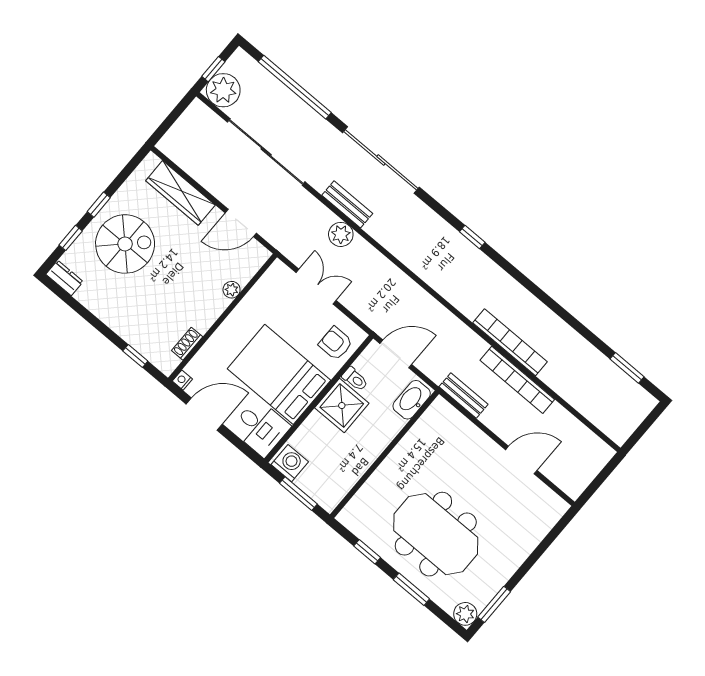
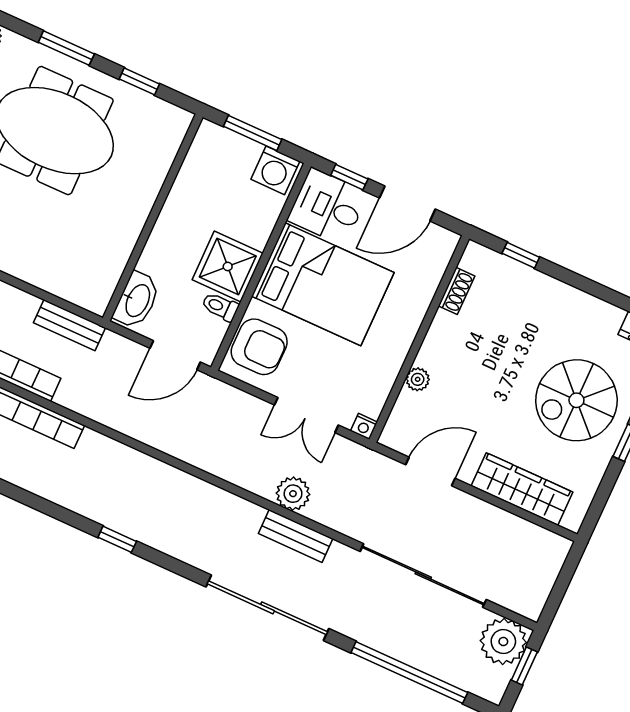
armchair: (336, 343) -> (259, 347), width x1.38, depth x1.38
nightstand: (182, 380) -> (364, 426), moved, turned 90
window: (240, 444) -> (349, 177), added

